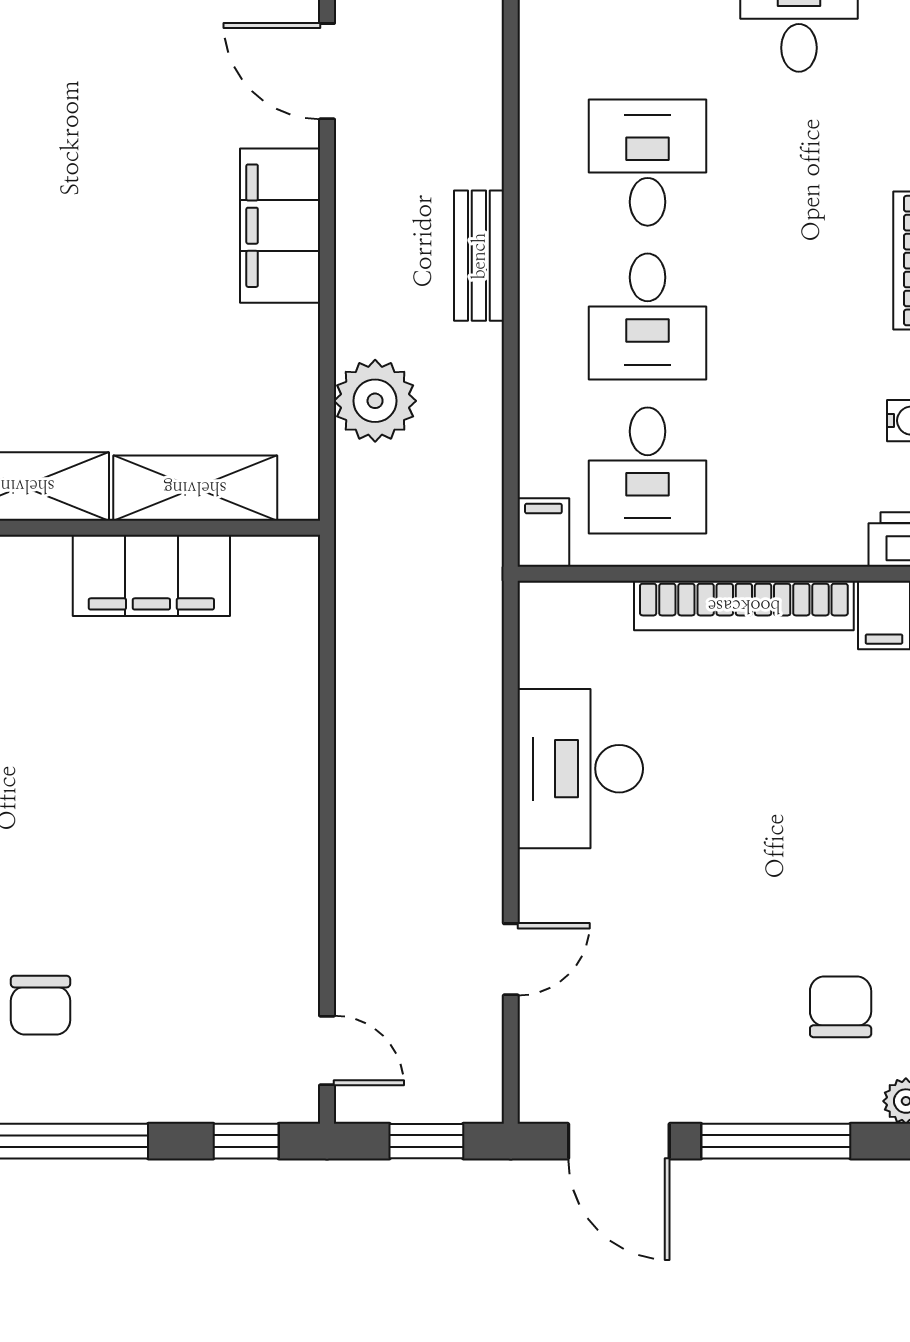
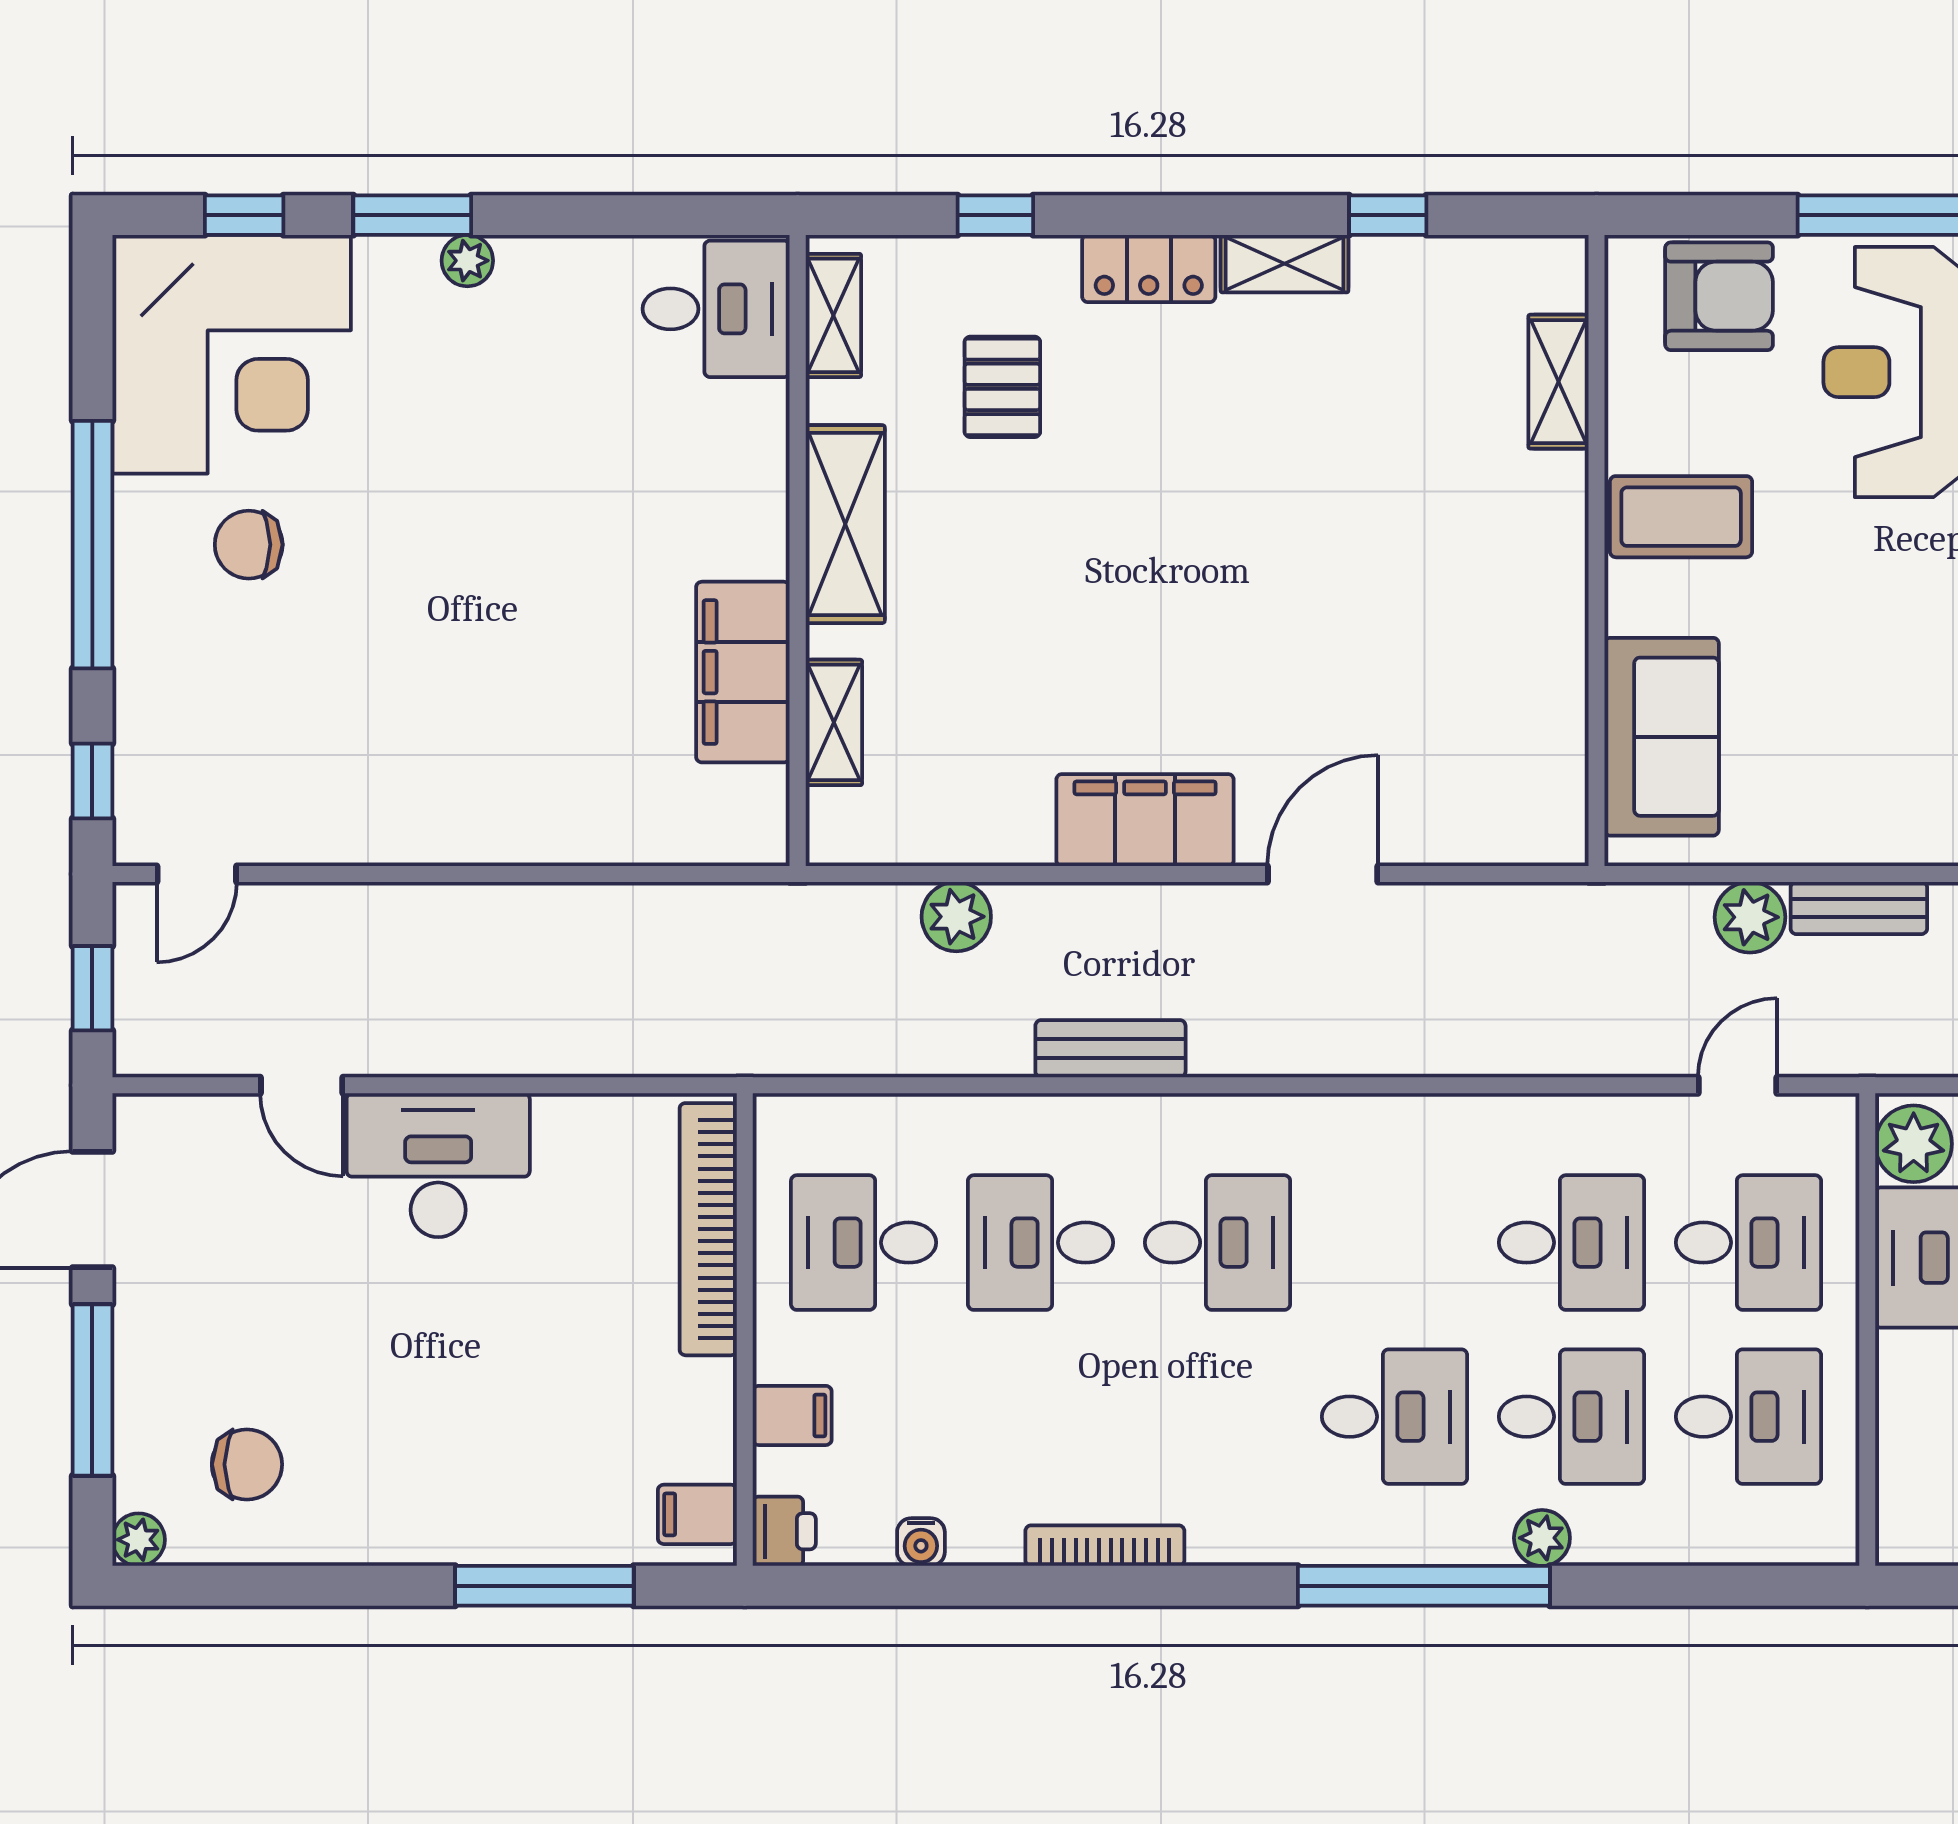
plant: (375, 401) -> (956, 917), width x0.73, depth x0.73
shelving: (195, 488) -> (834, 722), width x0.67, depth x0.75
filing cabinet: (543, 533) -> (792, 1415), moved
bookcase: (744, 606) -> (708, 1229), moved
desk: (580, 769) -> (438, 1165), moved

